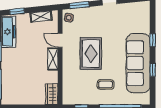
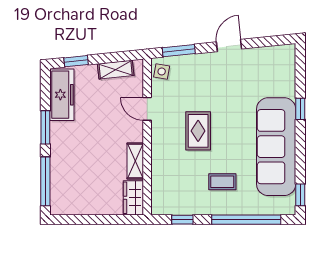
rug: (91, 54) -> (198, 131), width x0.73, depth x0.70
shelving: (53, 59) -> (135, 161), moved
window: (153, 70) -> (300, 195), moved

